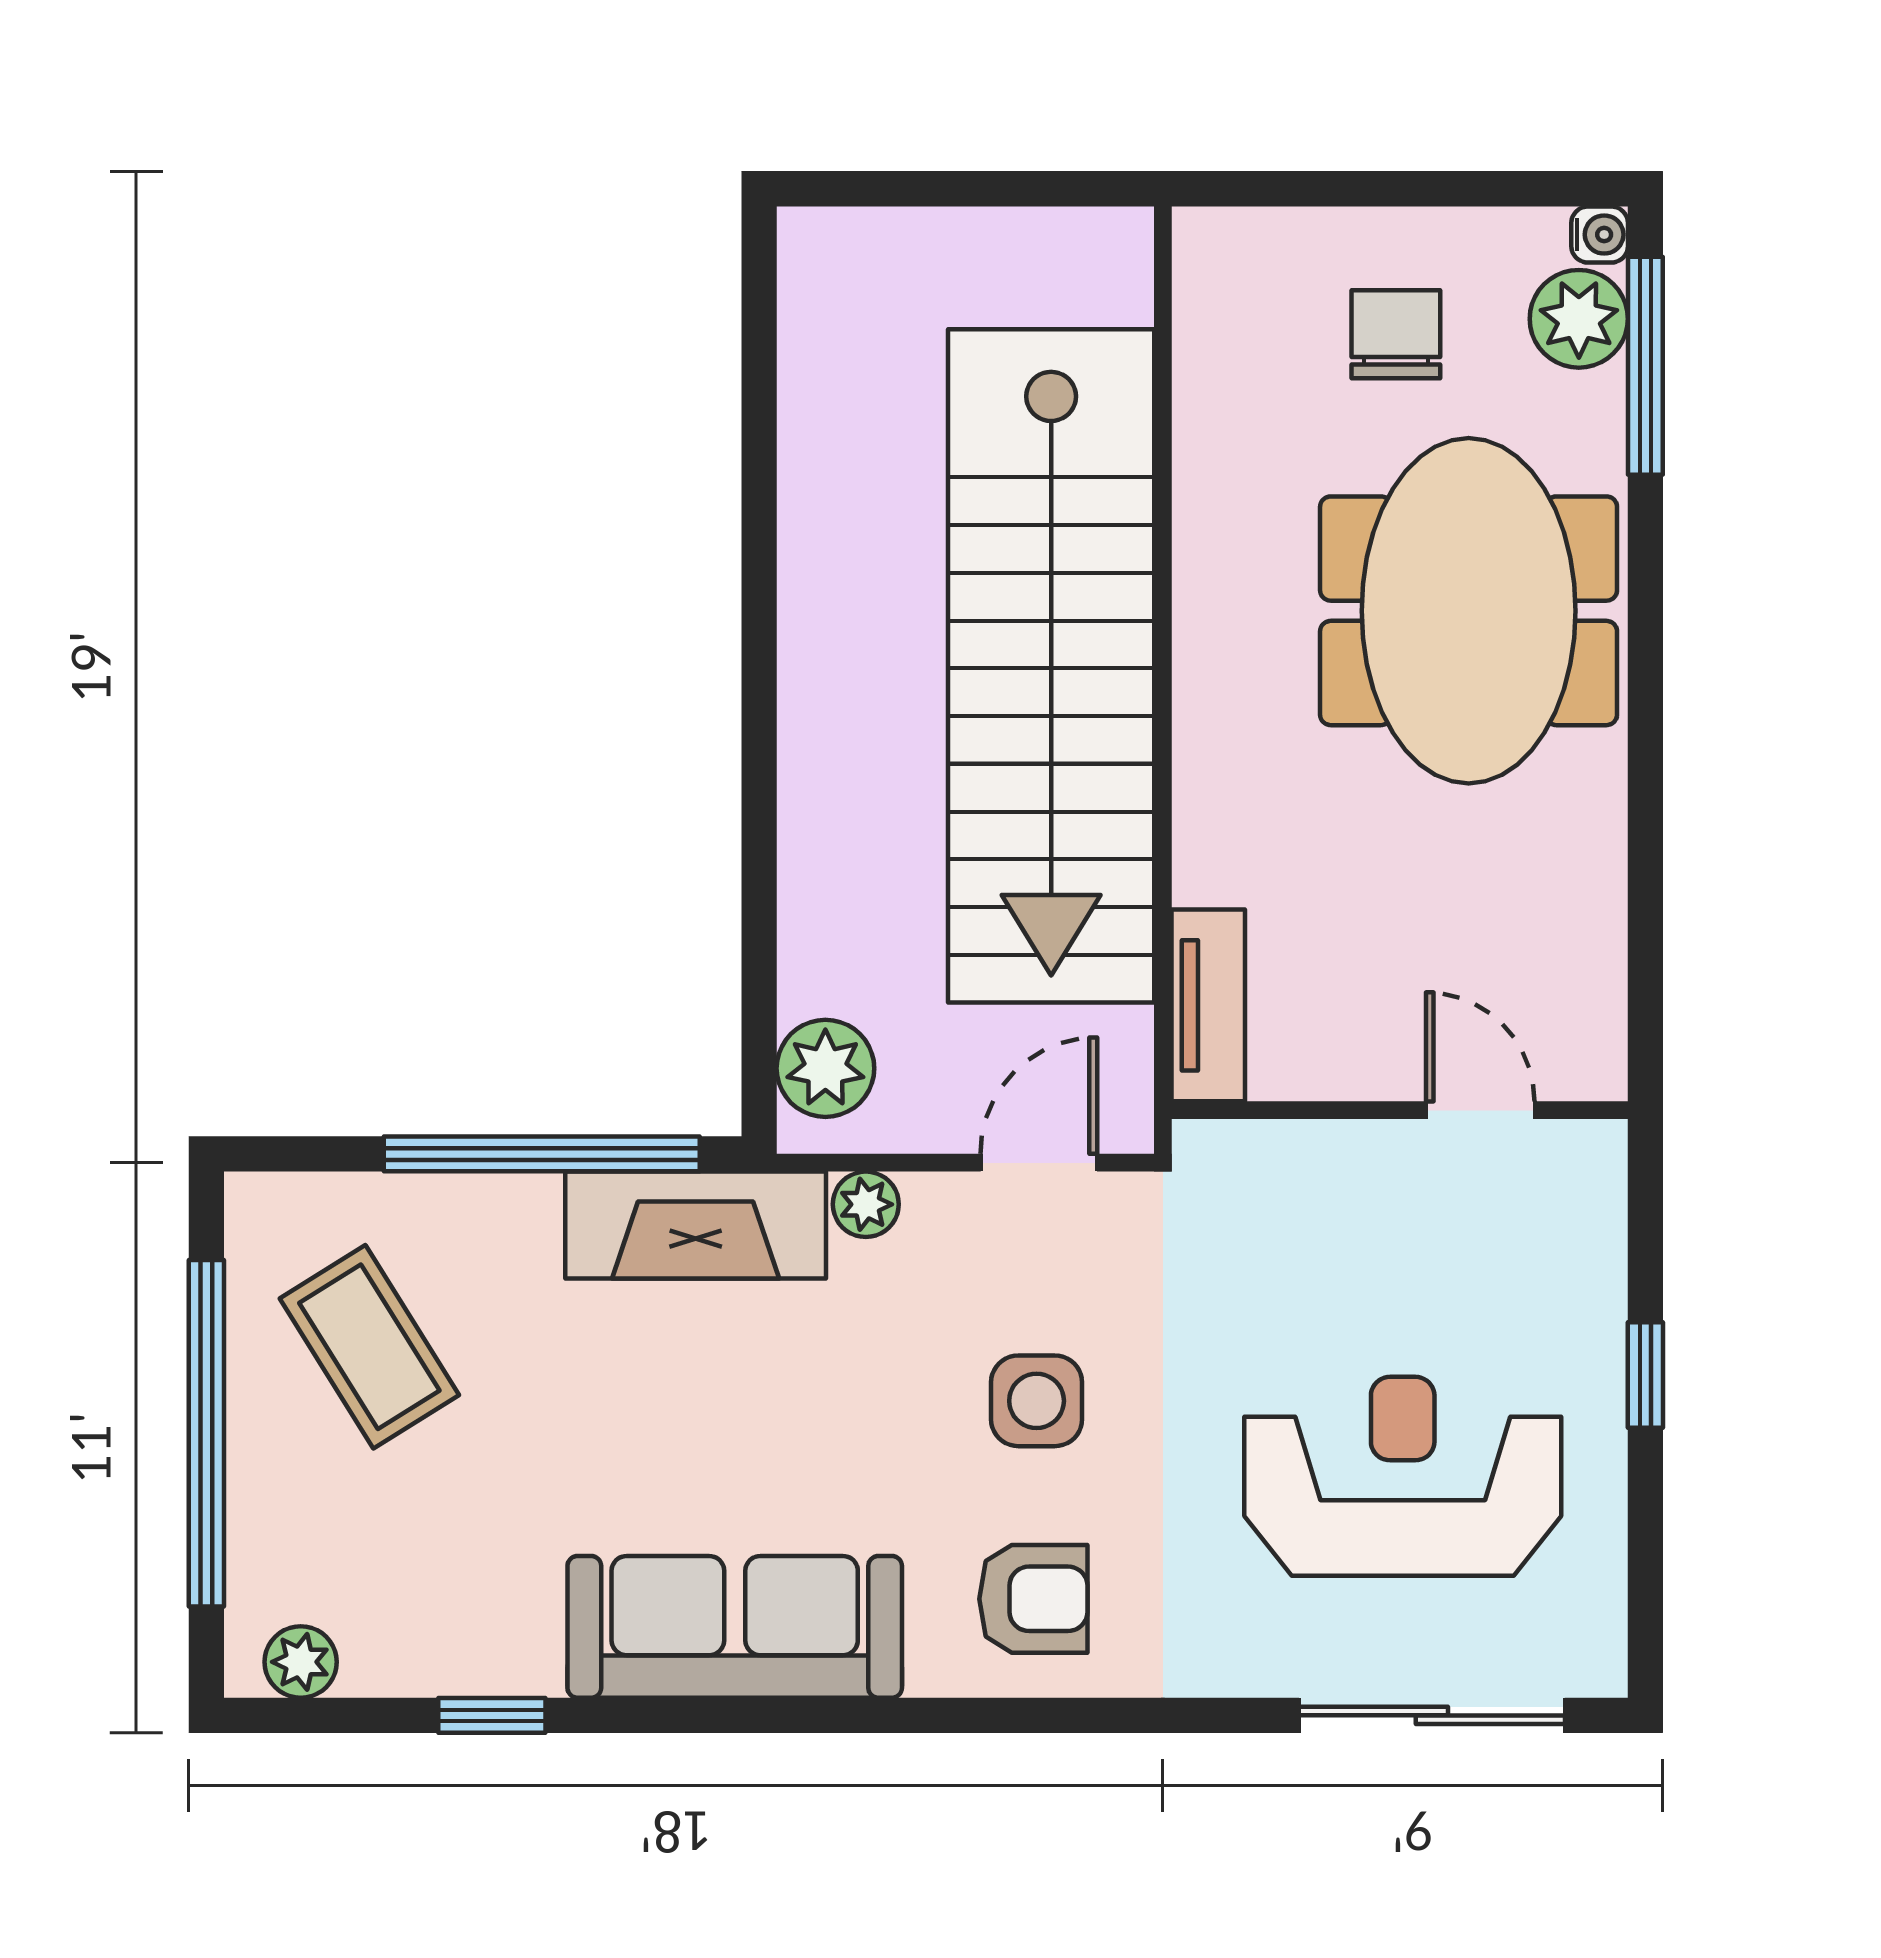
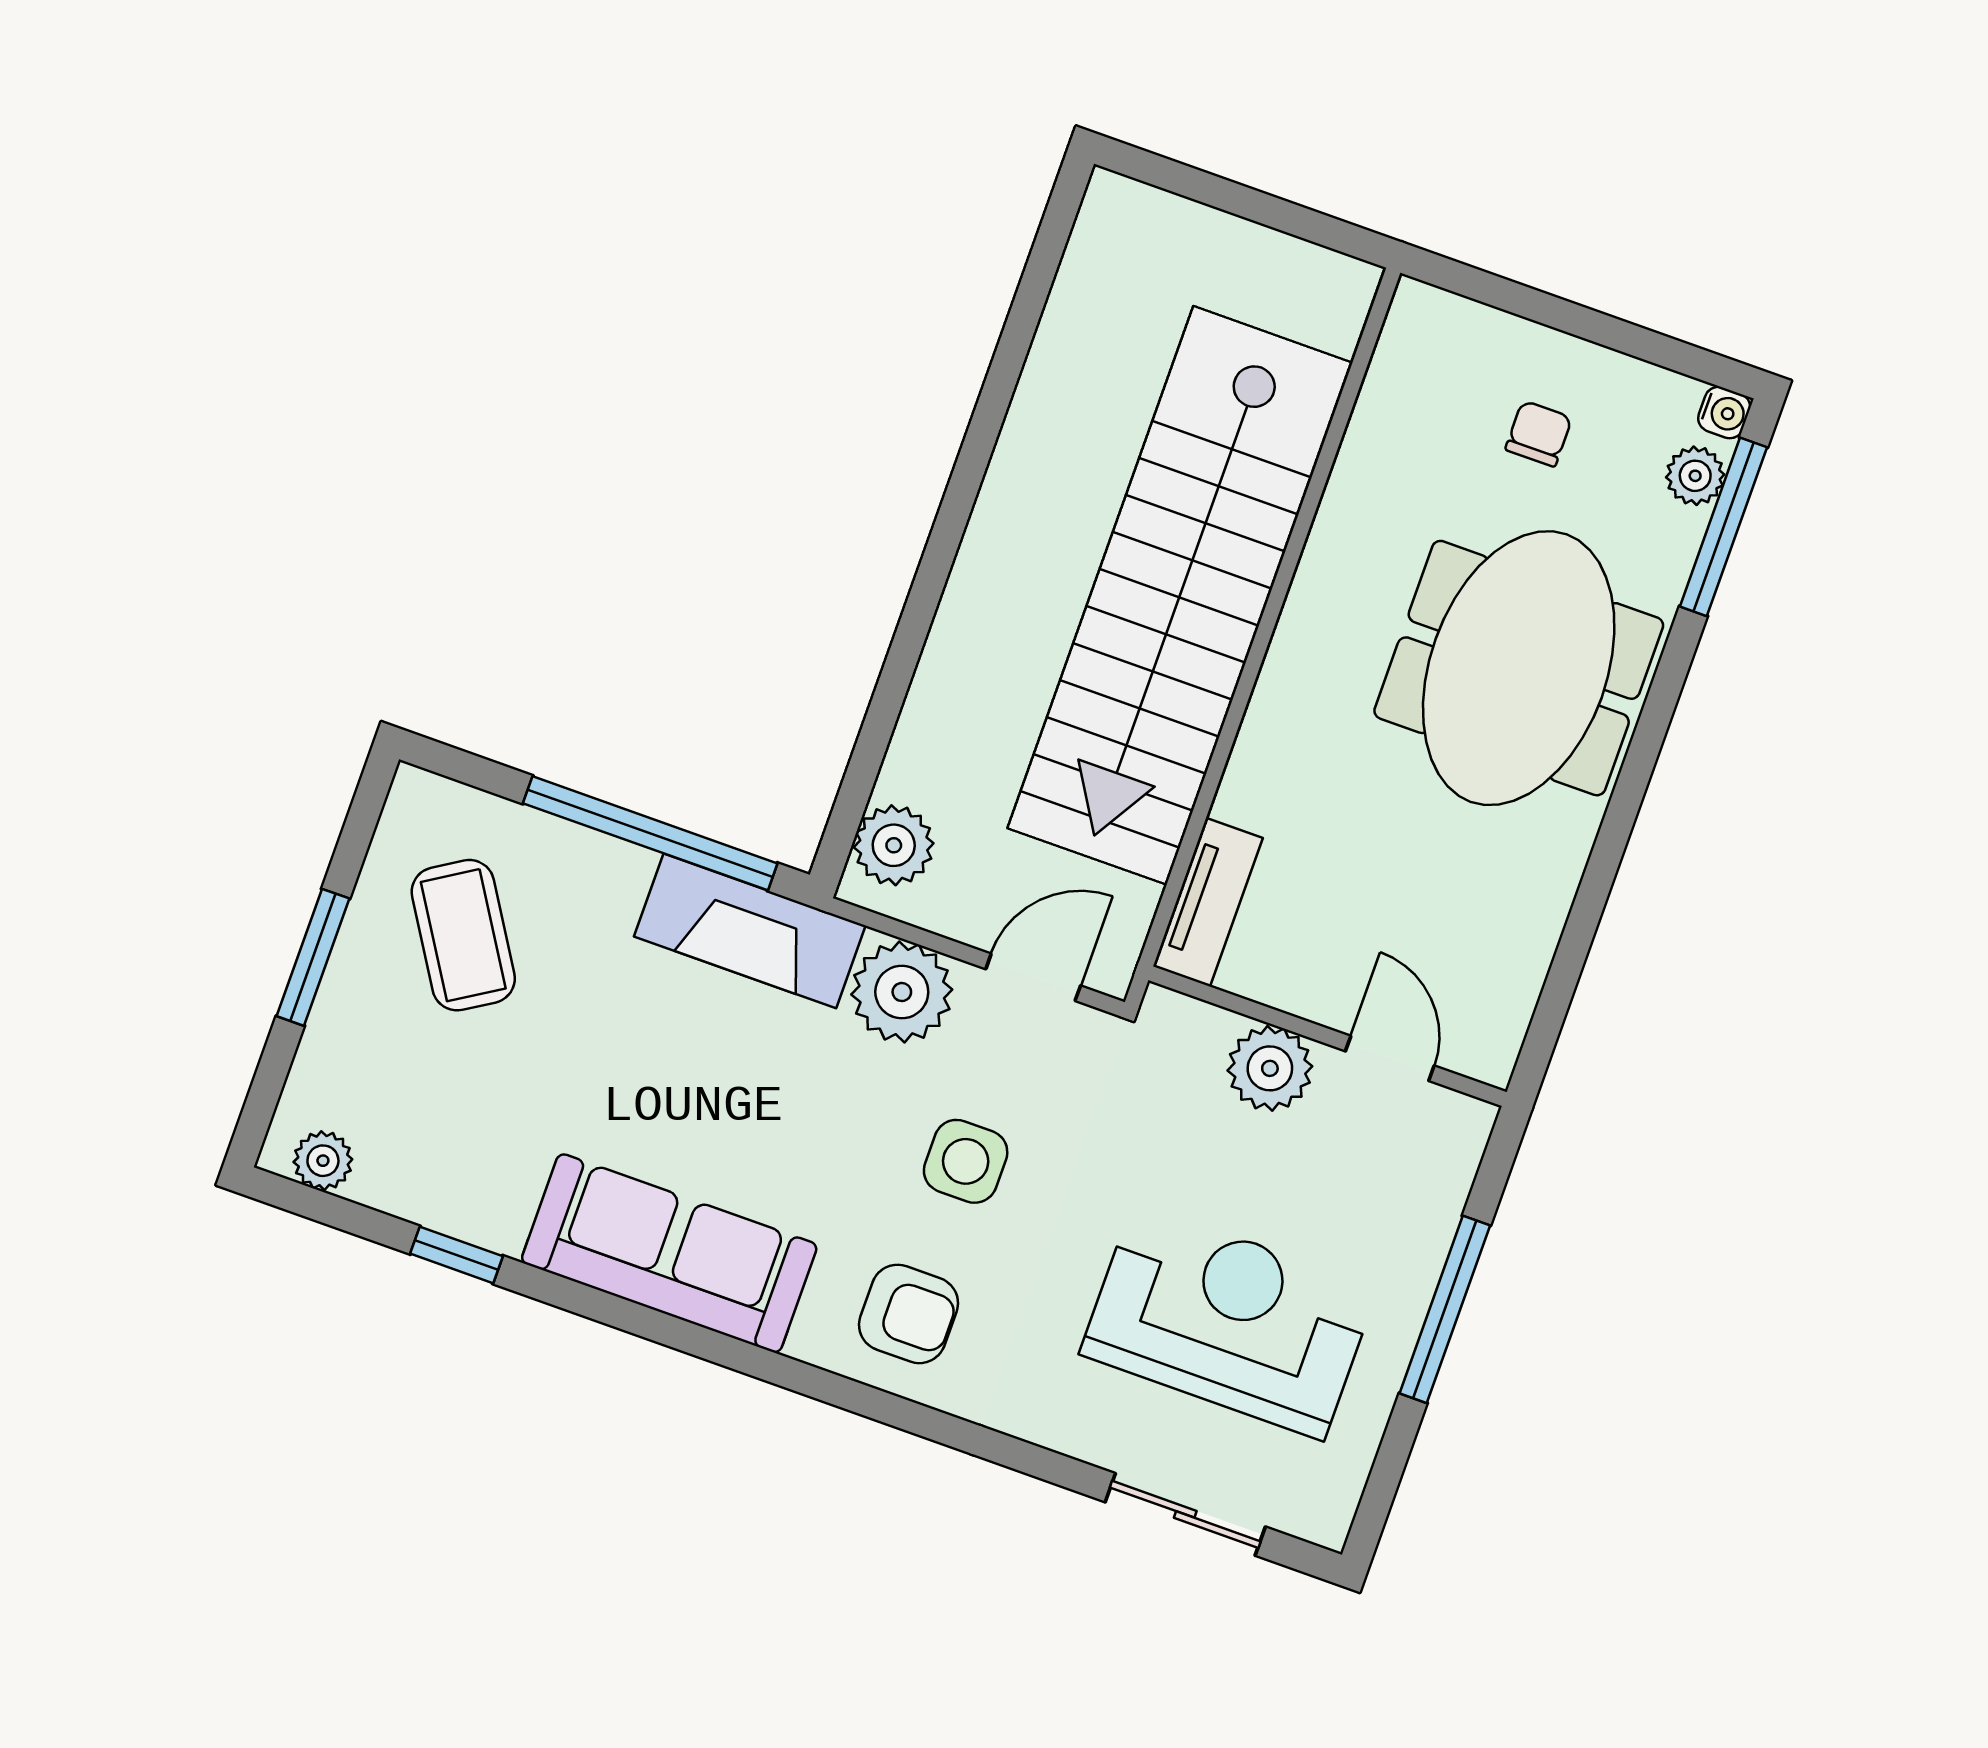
plant: (1579, 319) -> (1695, 476), width x0.73, depth x0.73
chair: (1396, 334) -> (1539, 434), width x0.73, depth x0.73
plant: (1347, 1170) -> (1270, 1068), added
plant: (866, 1204) -> (902, 992), width x1.88, depth x1.88
window: (1645, 1375) -> (1445, 1309), width x2.17
window: (206, 1433) -> (313, 957), width x0.47
sliding door: (1432, 1715) -> (1185, 1514), width x0.73

